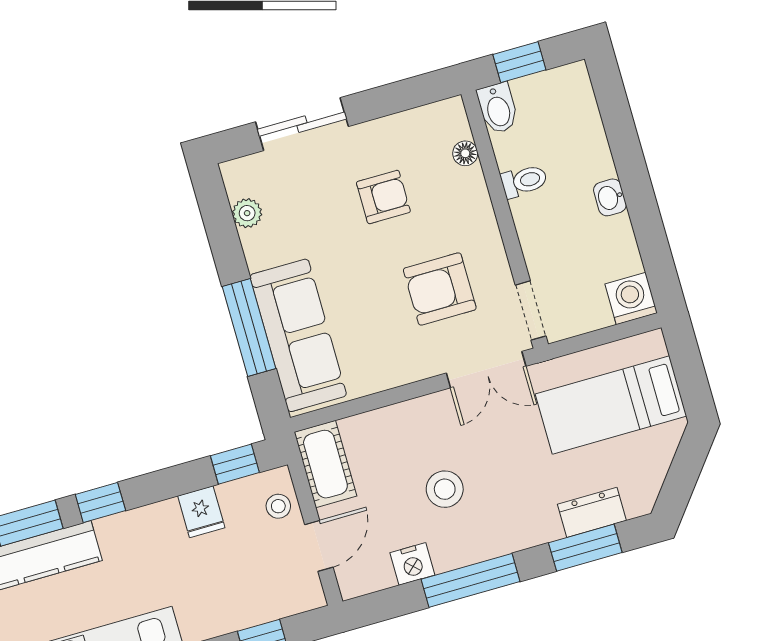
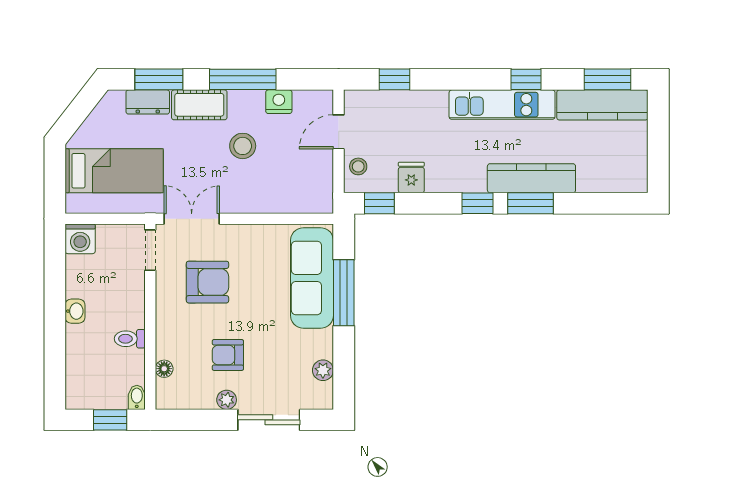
bidet: (498, 108) -> (137, 397), width x0.72, depth x0.74
plant: (368, 135) -> (227, 400), added
cot: (325, 464) -> (199, 105), moved, turned 90

